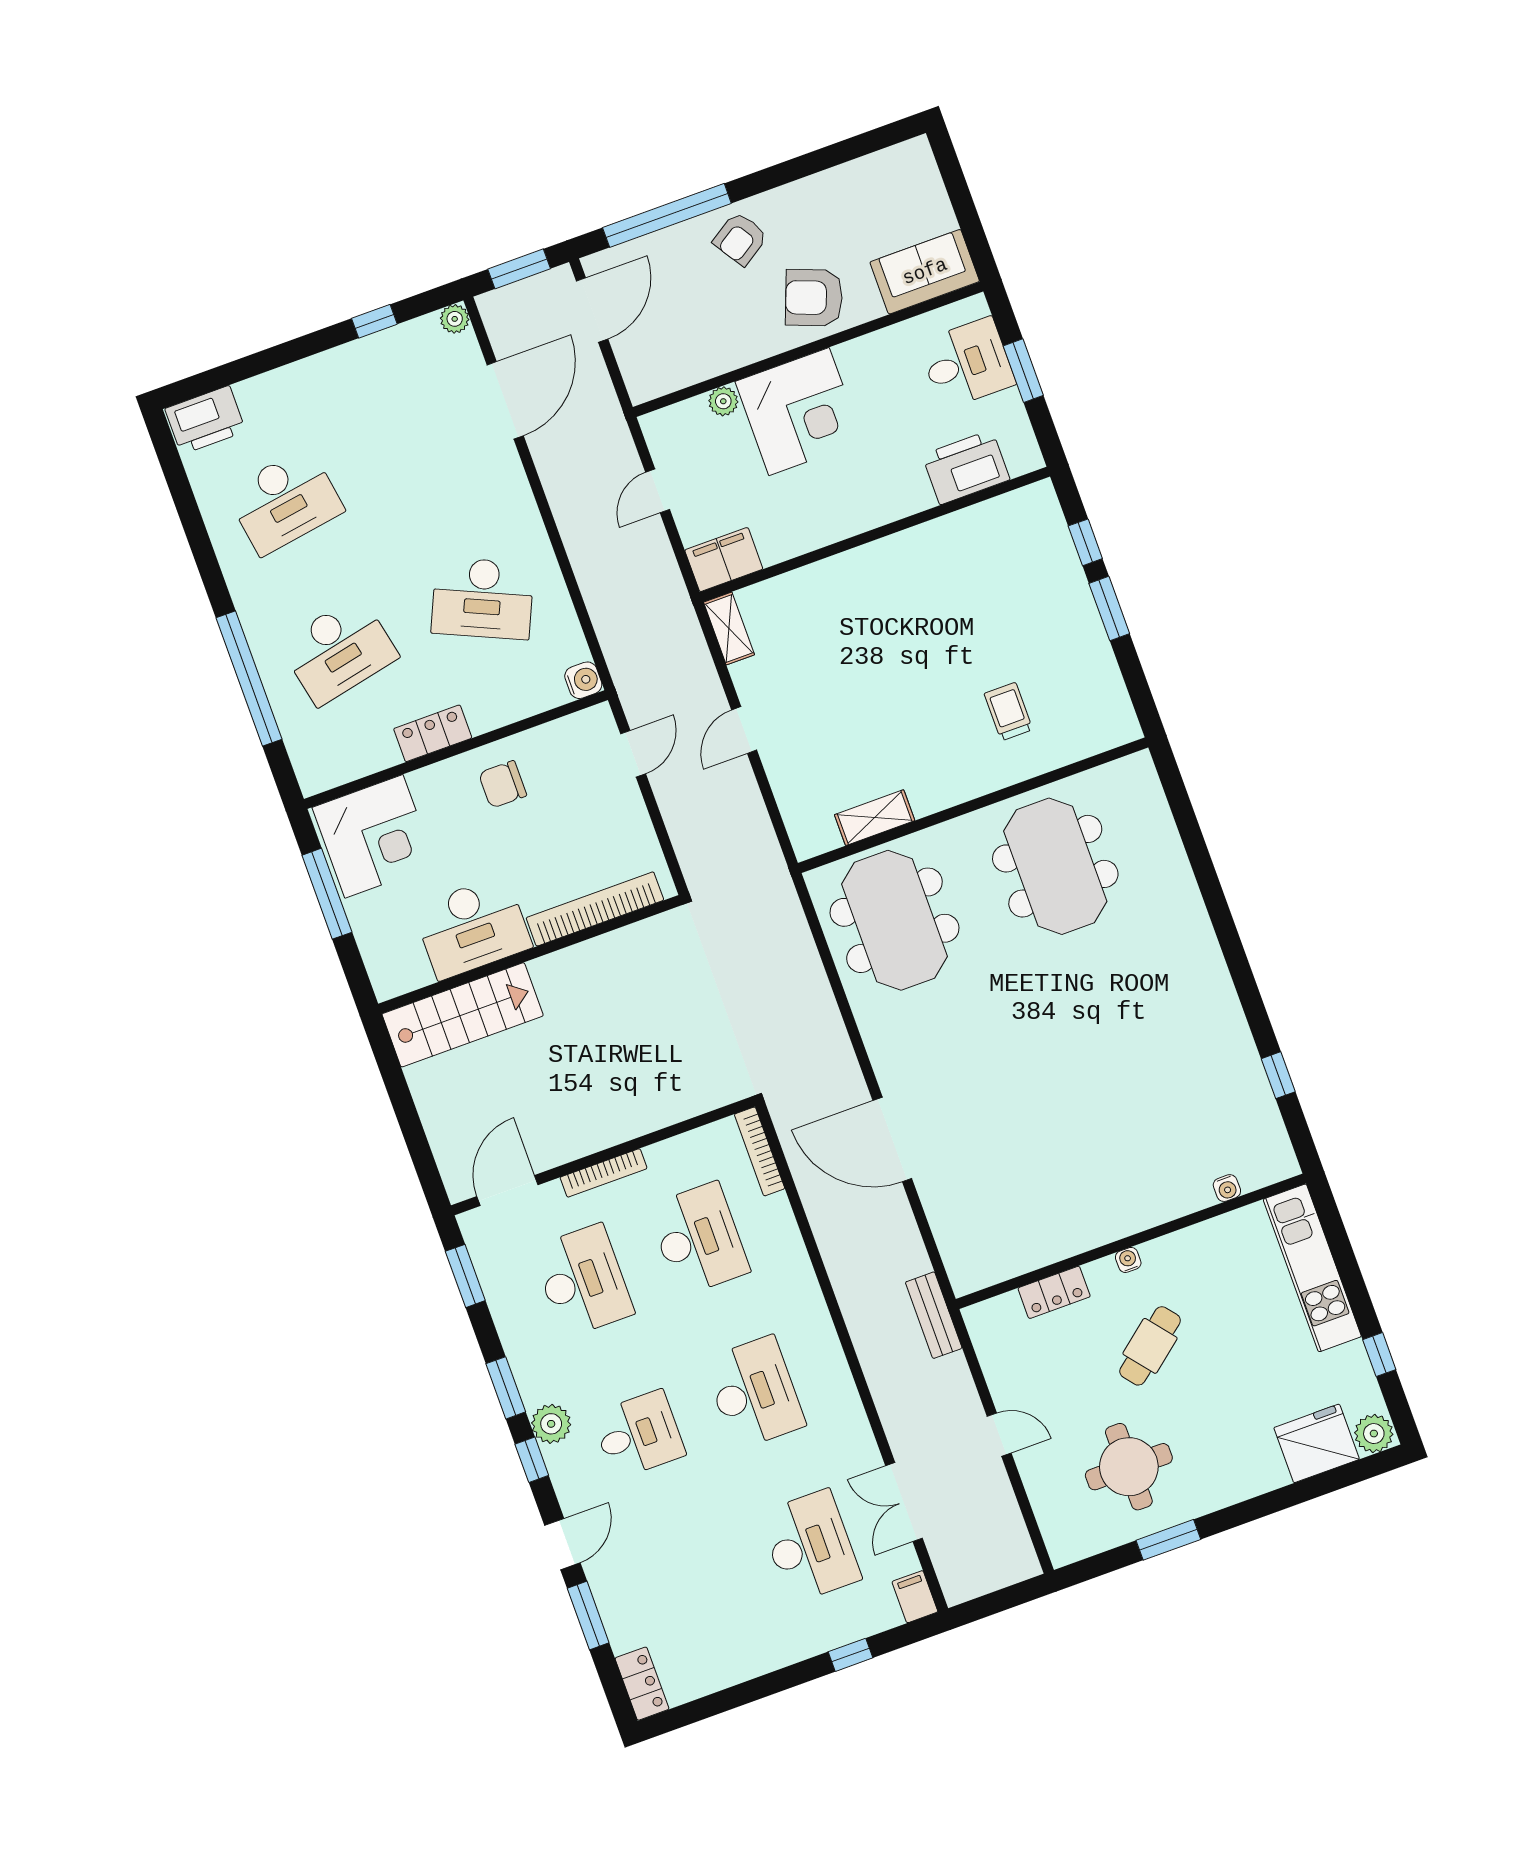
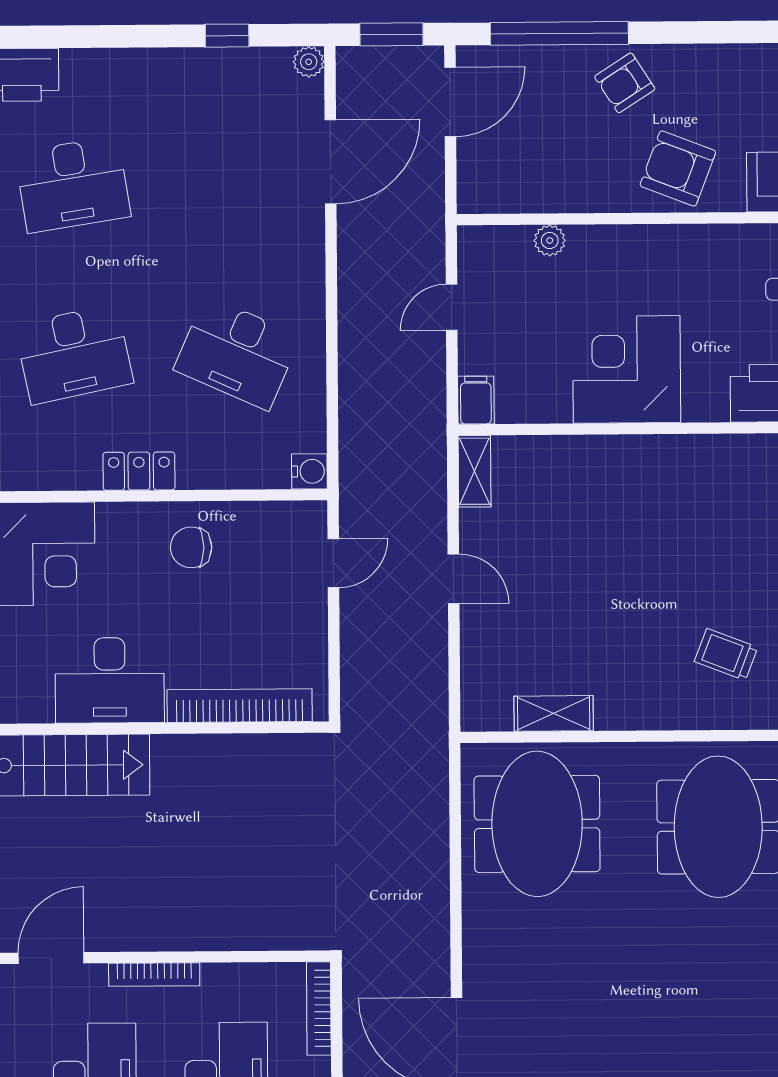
corner desk: (799, 412) -> (627, 369), moved, turned 180
filing cabinet: (724, 560) -> (476, 400), width x0.50
trolley: (1008, 712) -> (726, 654), turned -69
door: (744, 730) -> (454, 579), swing flipped

